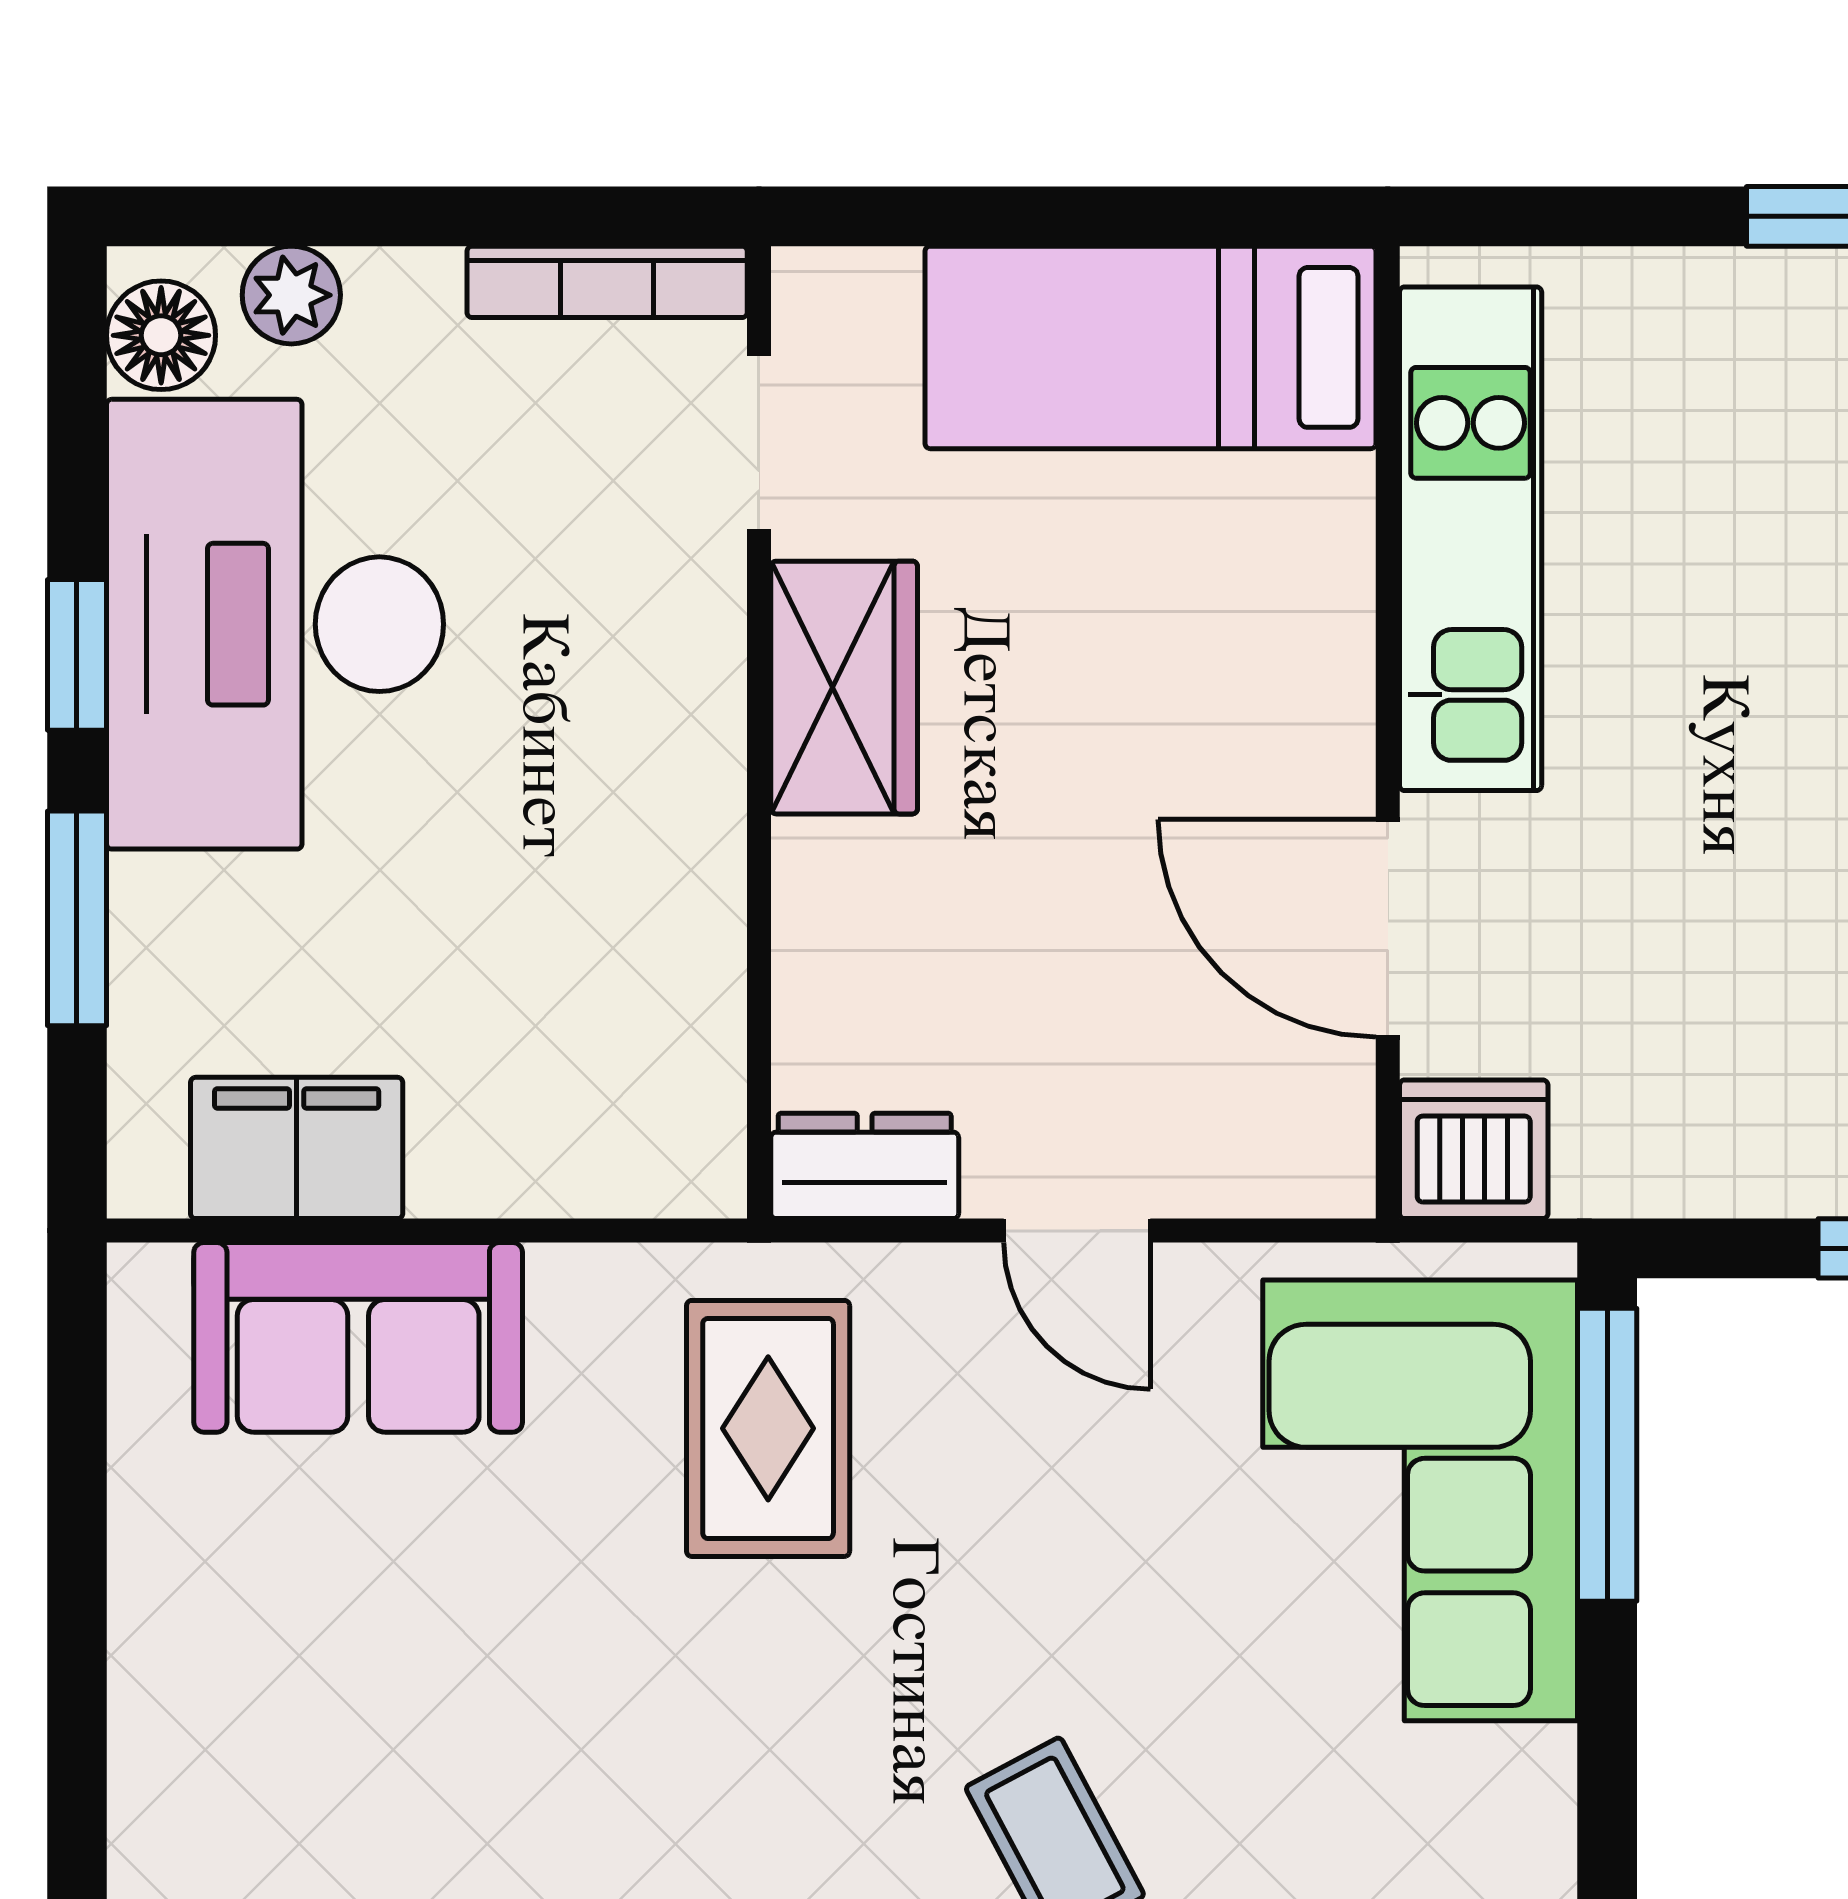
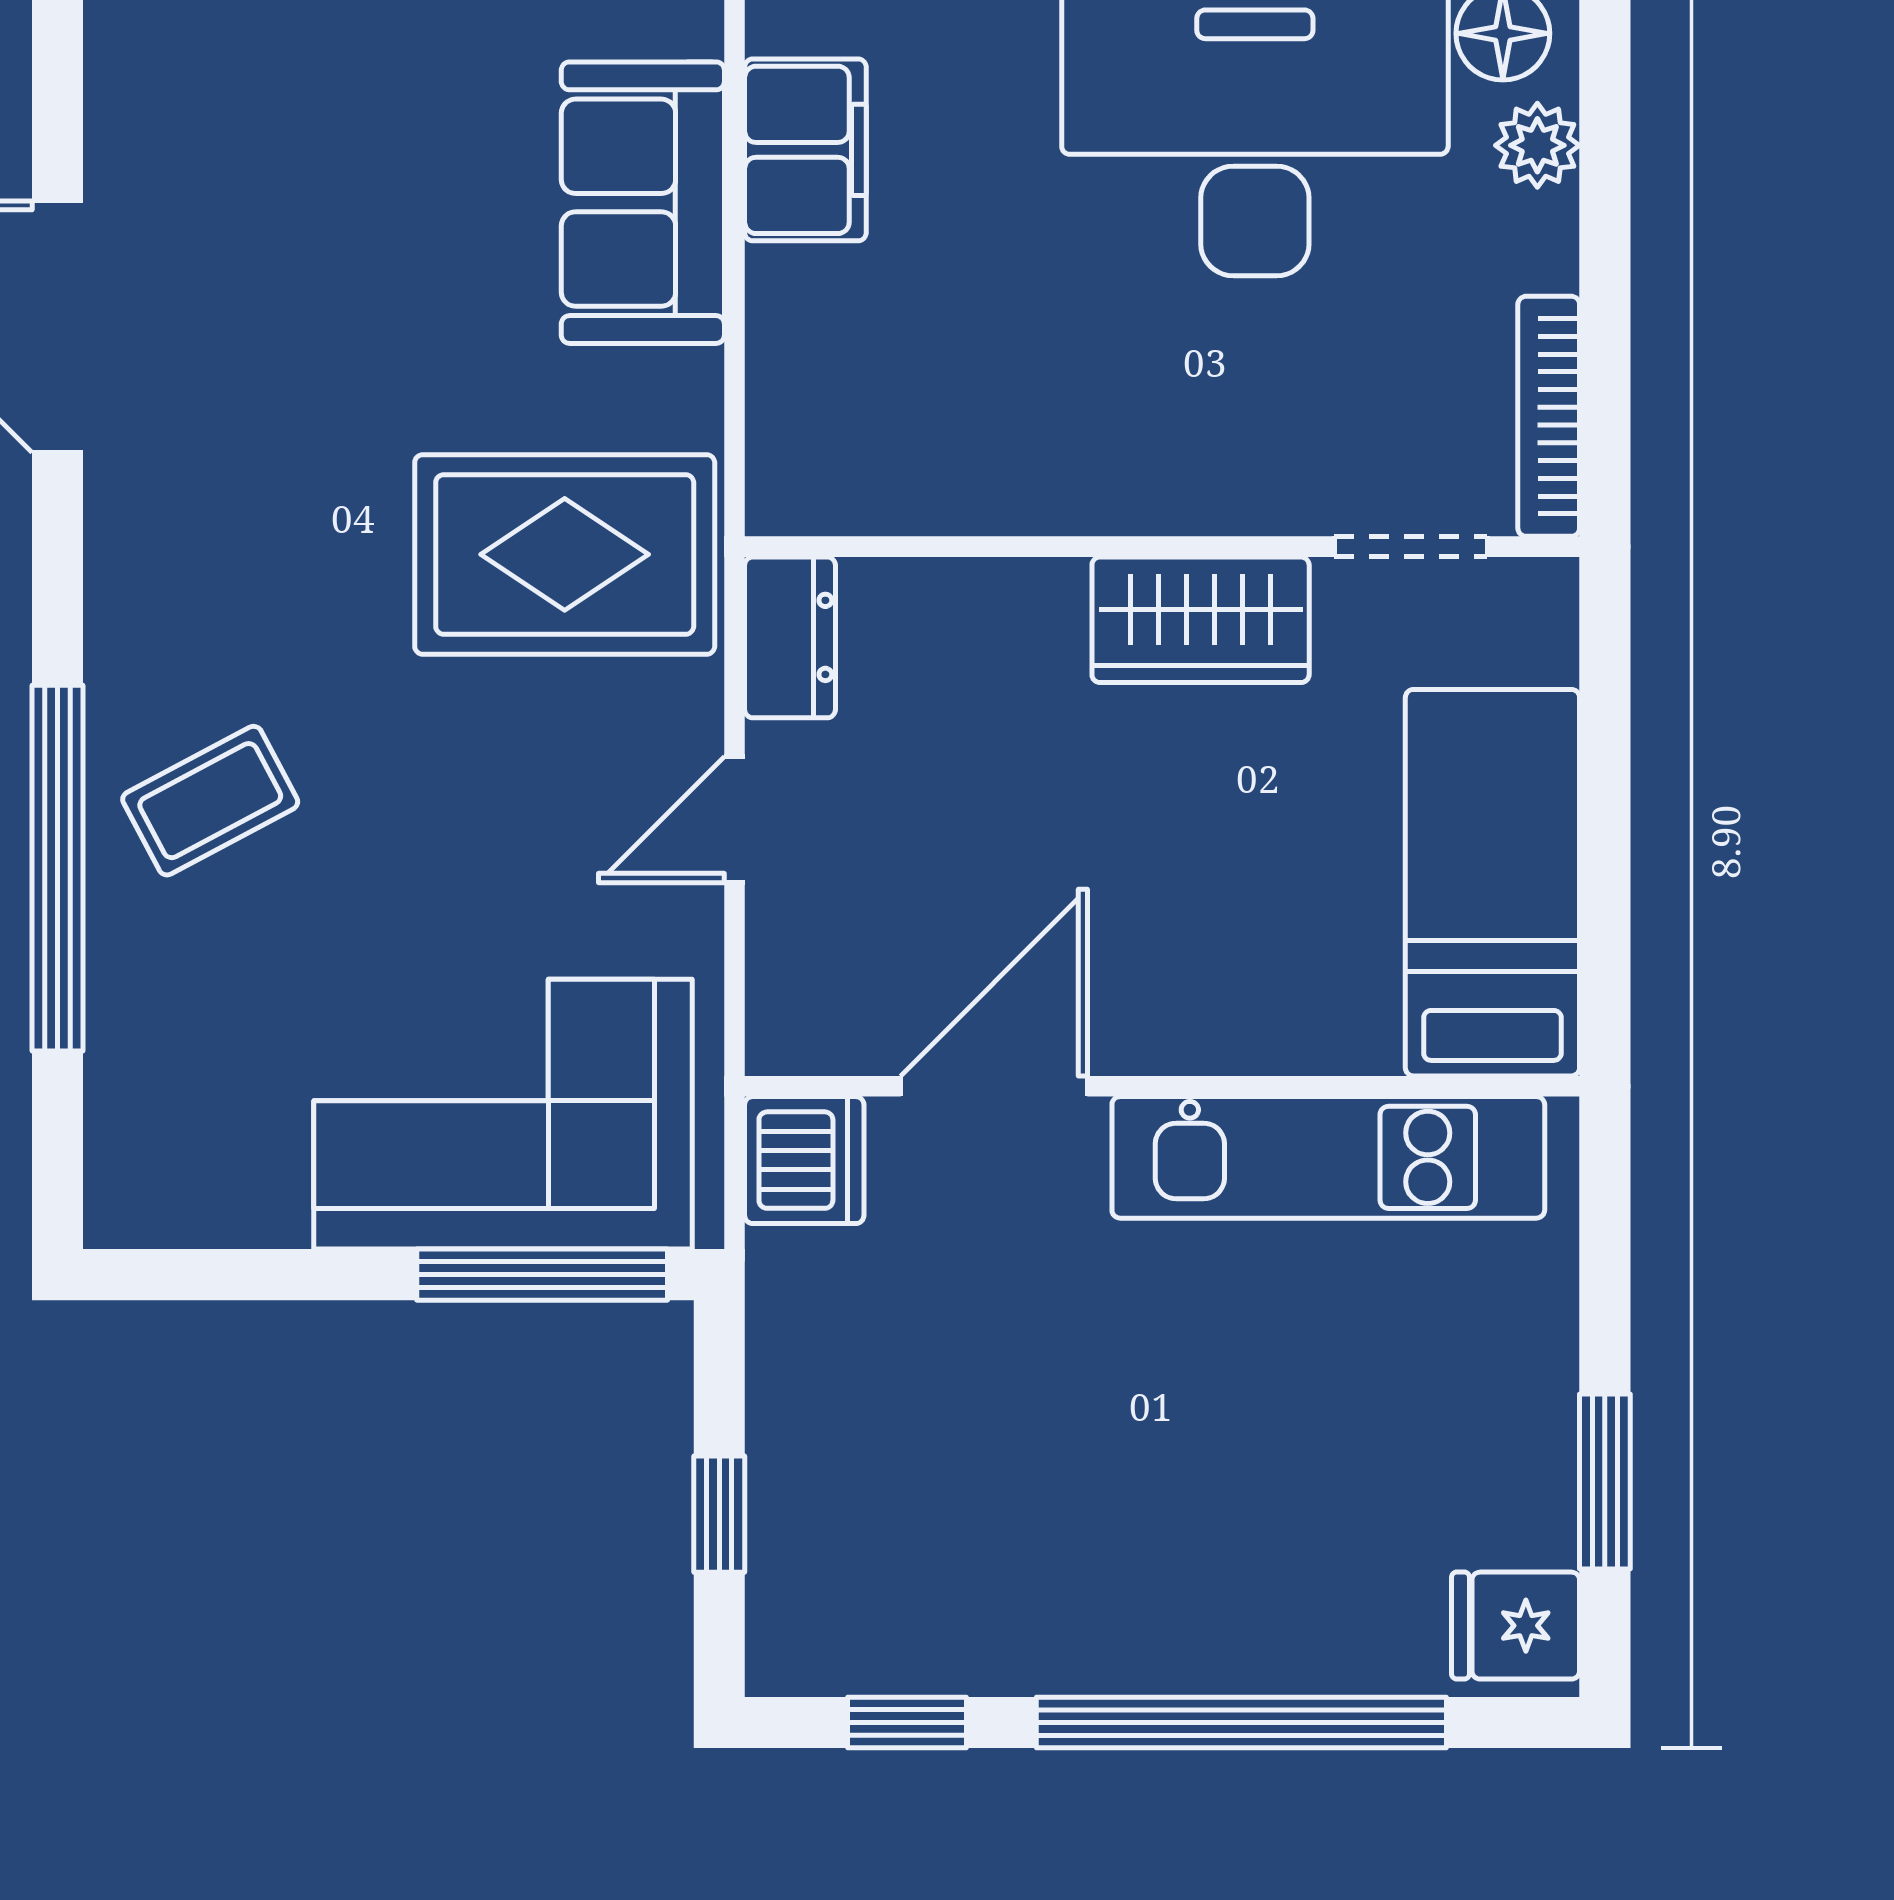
rug: (768, 1428) -> (565, 554), width x1.36, depth x1.43

